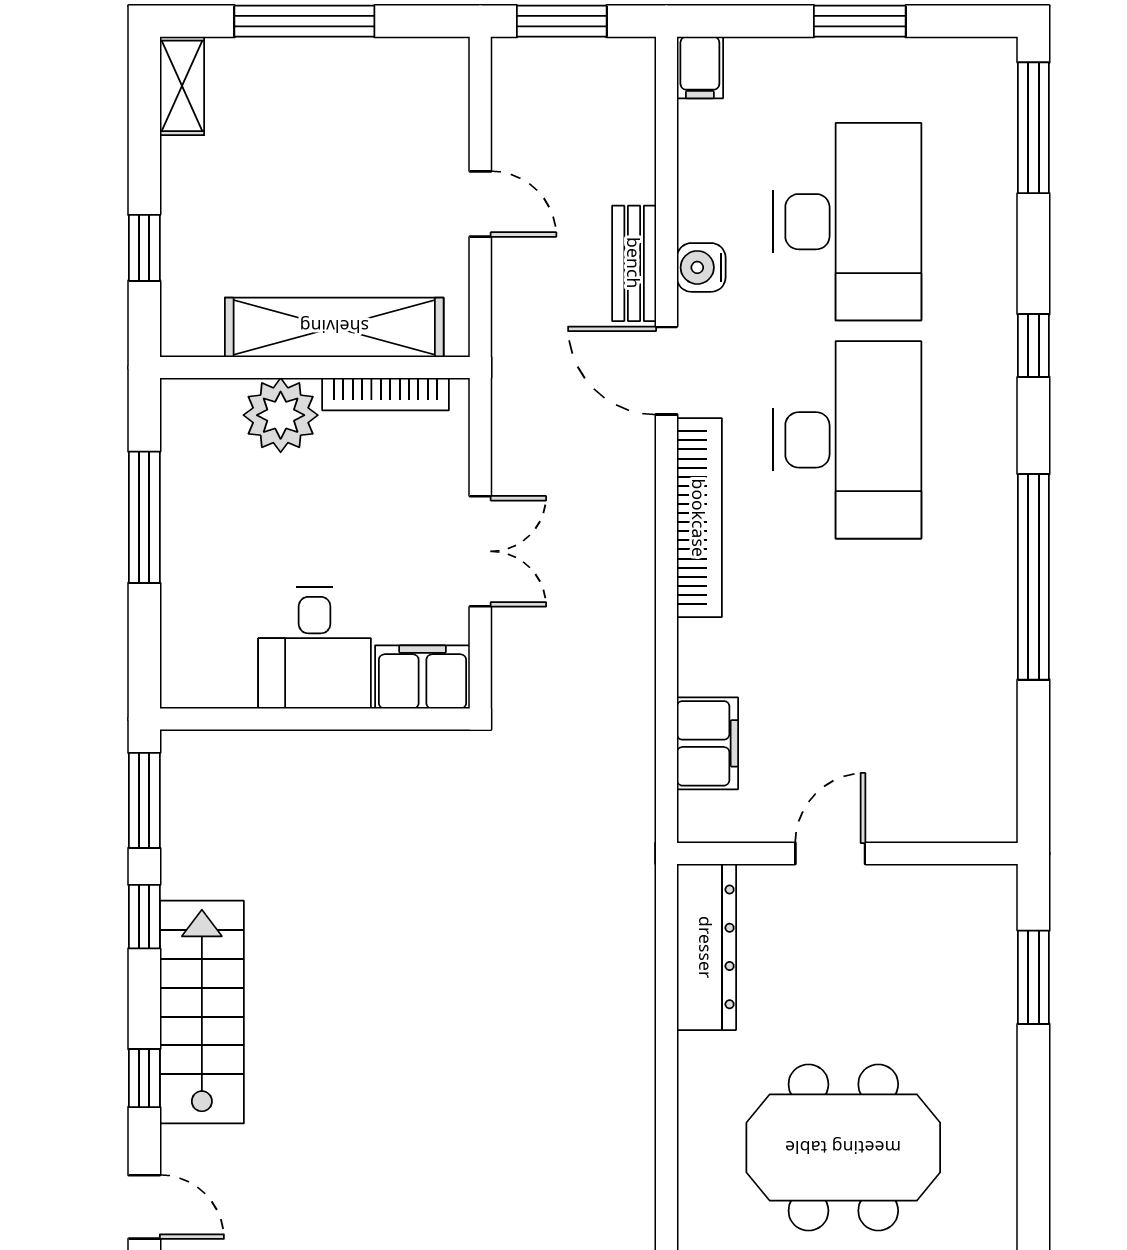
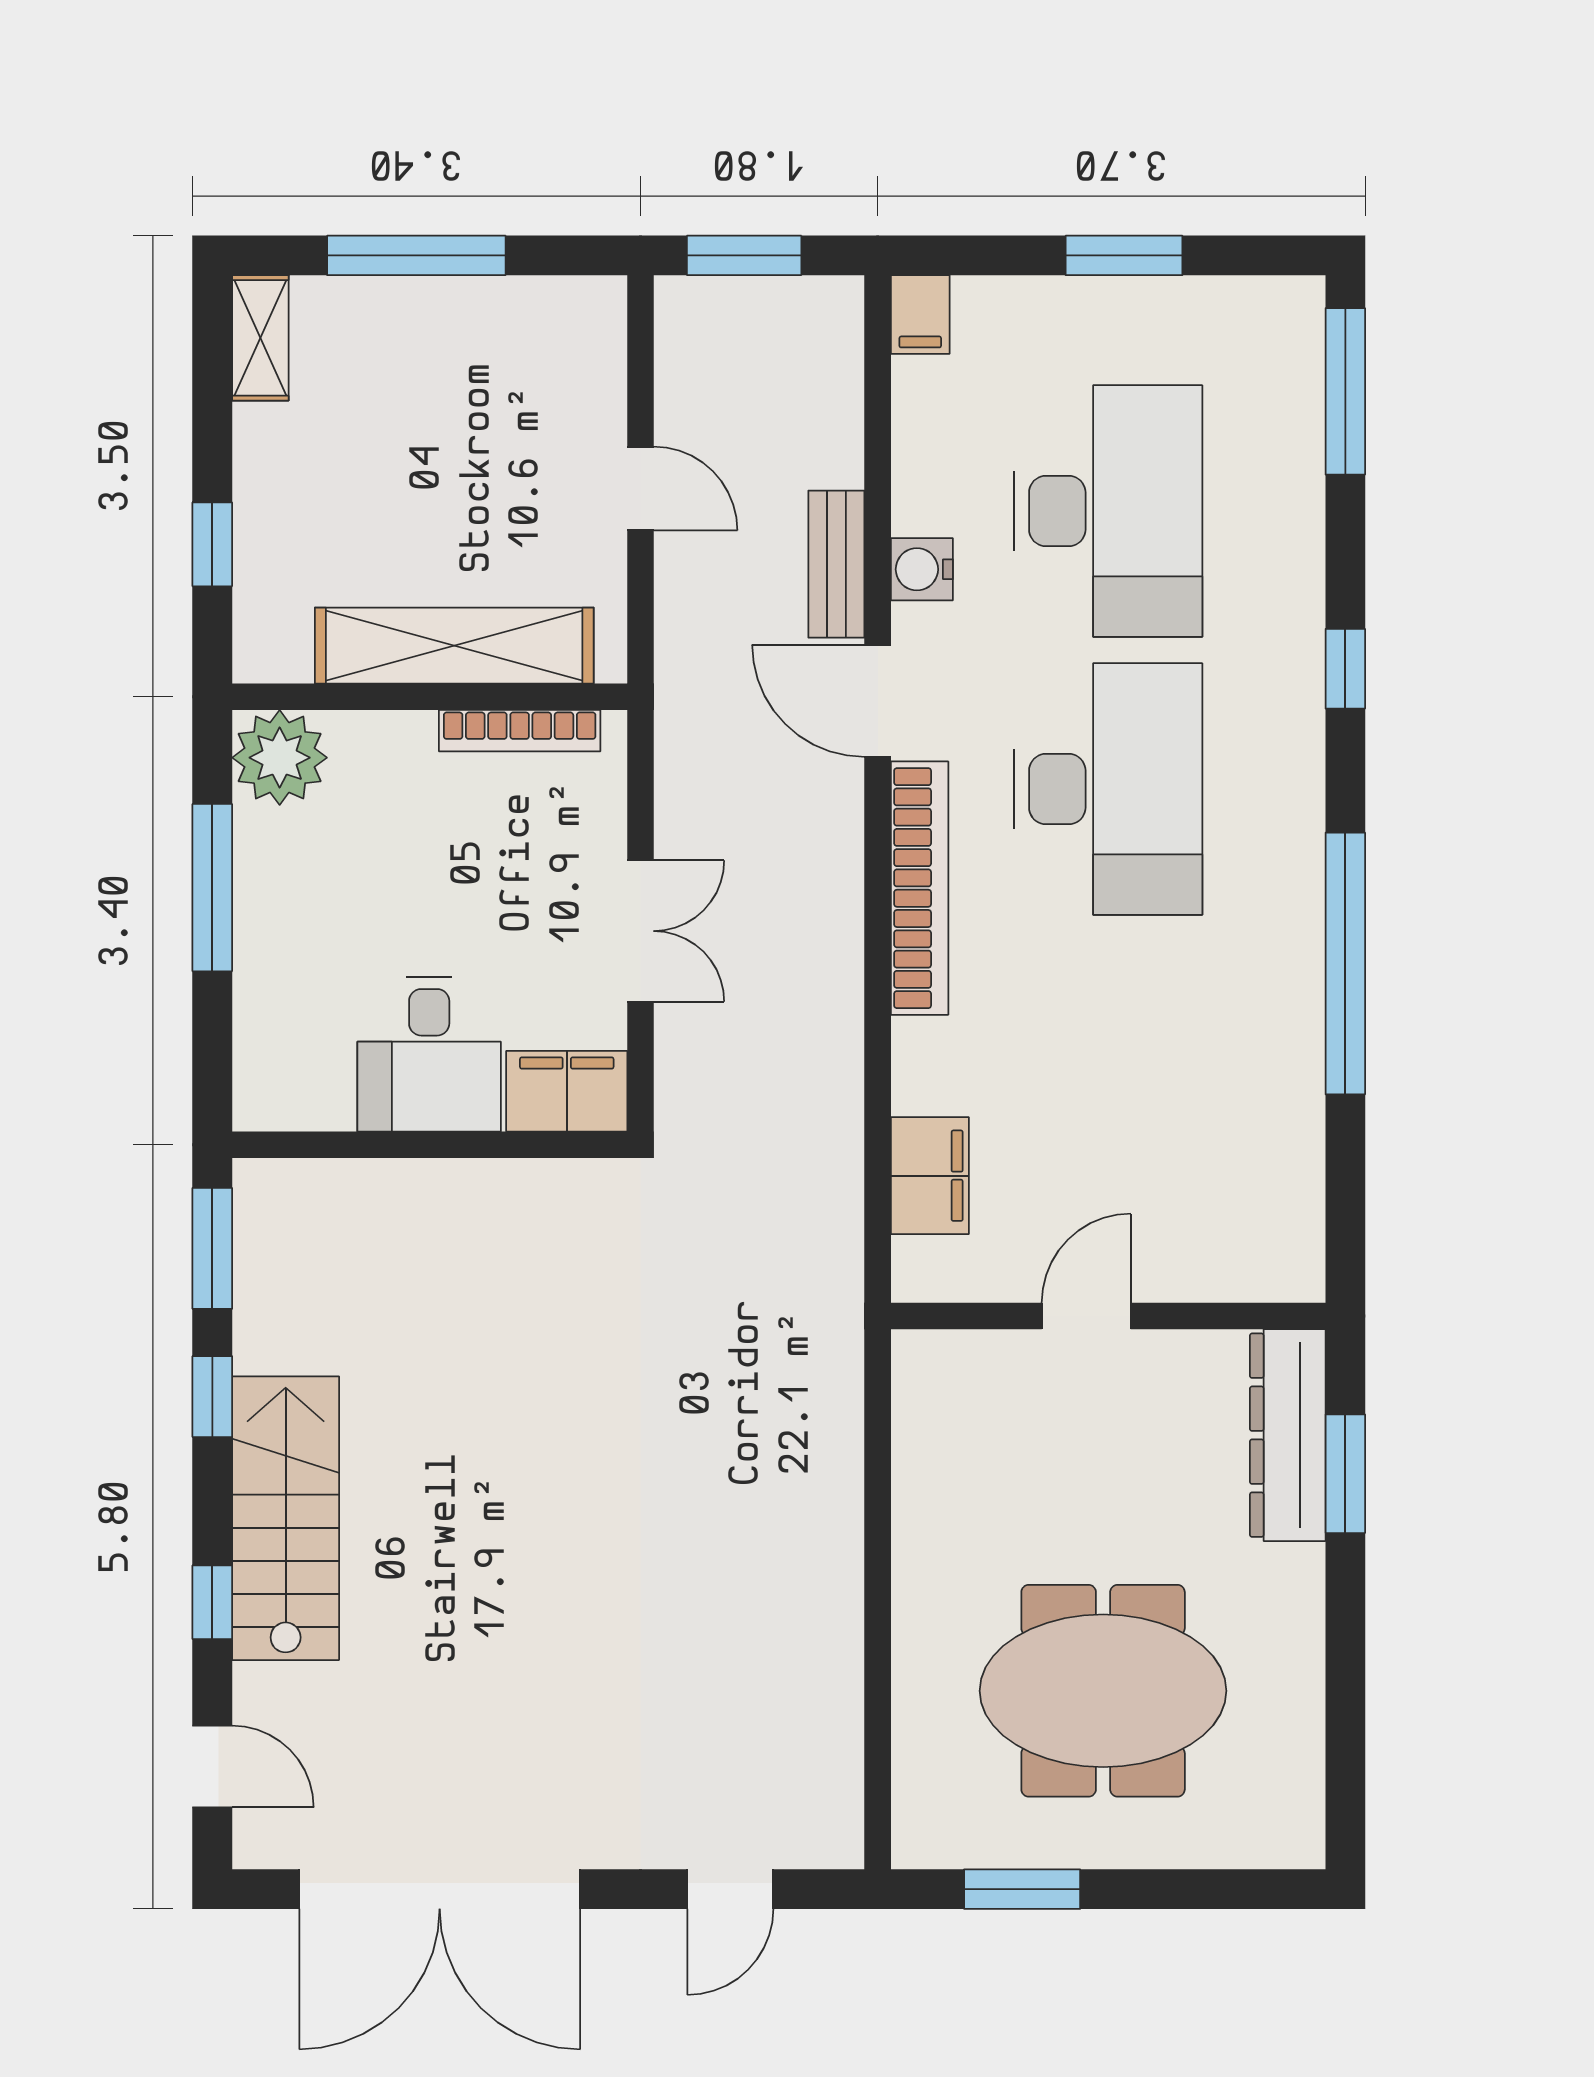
plant: (281, 415) -> (280, 758), moved
dresser: (706, 947) -> (1288, 1435), moved, turned 180

